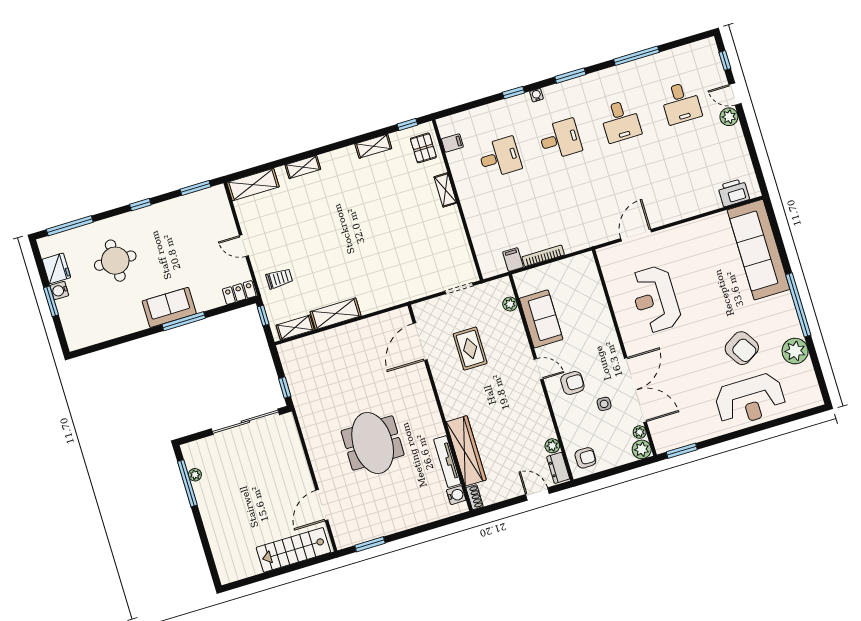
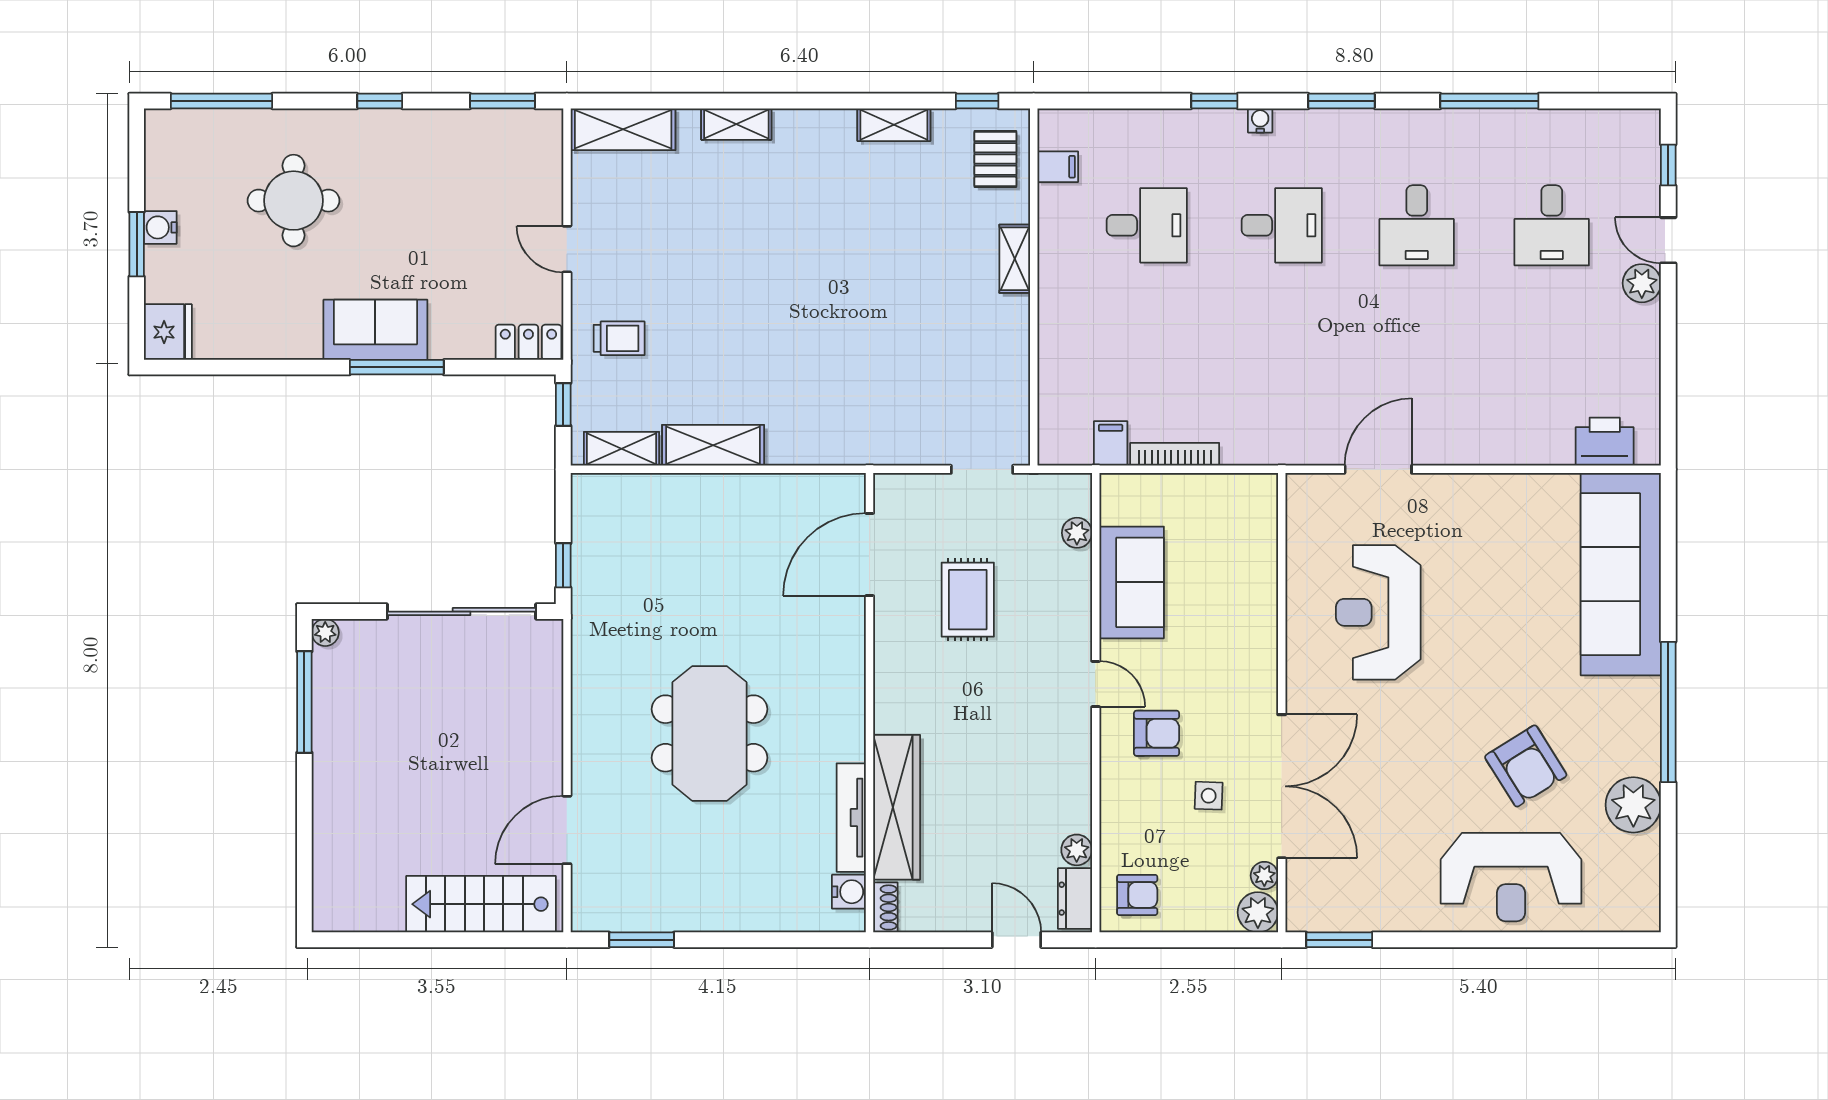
fridge: (56, 268) -> (168, 332), moved
plant: (195, 475) -> (325, 632), moved

